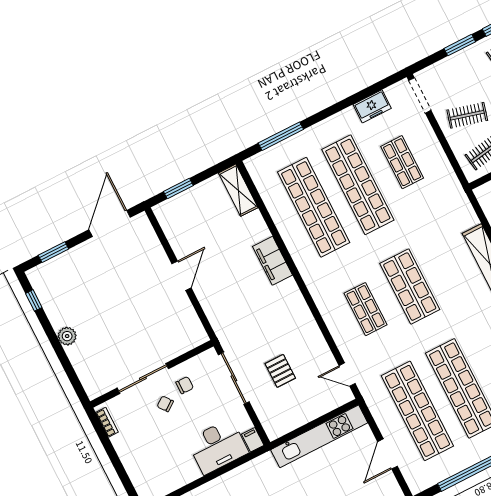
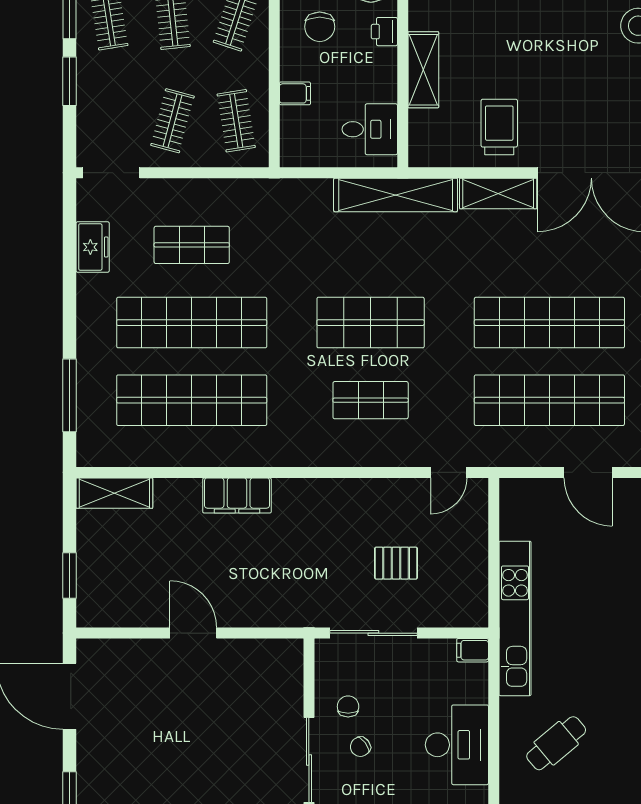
kitchen unit: (319, 436) -> (515, 618), moved
desk: (217, 446) -> (457, 745), moved

